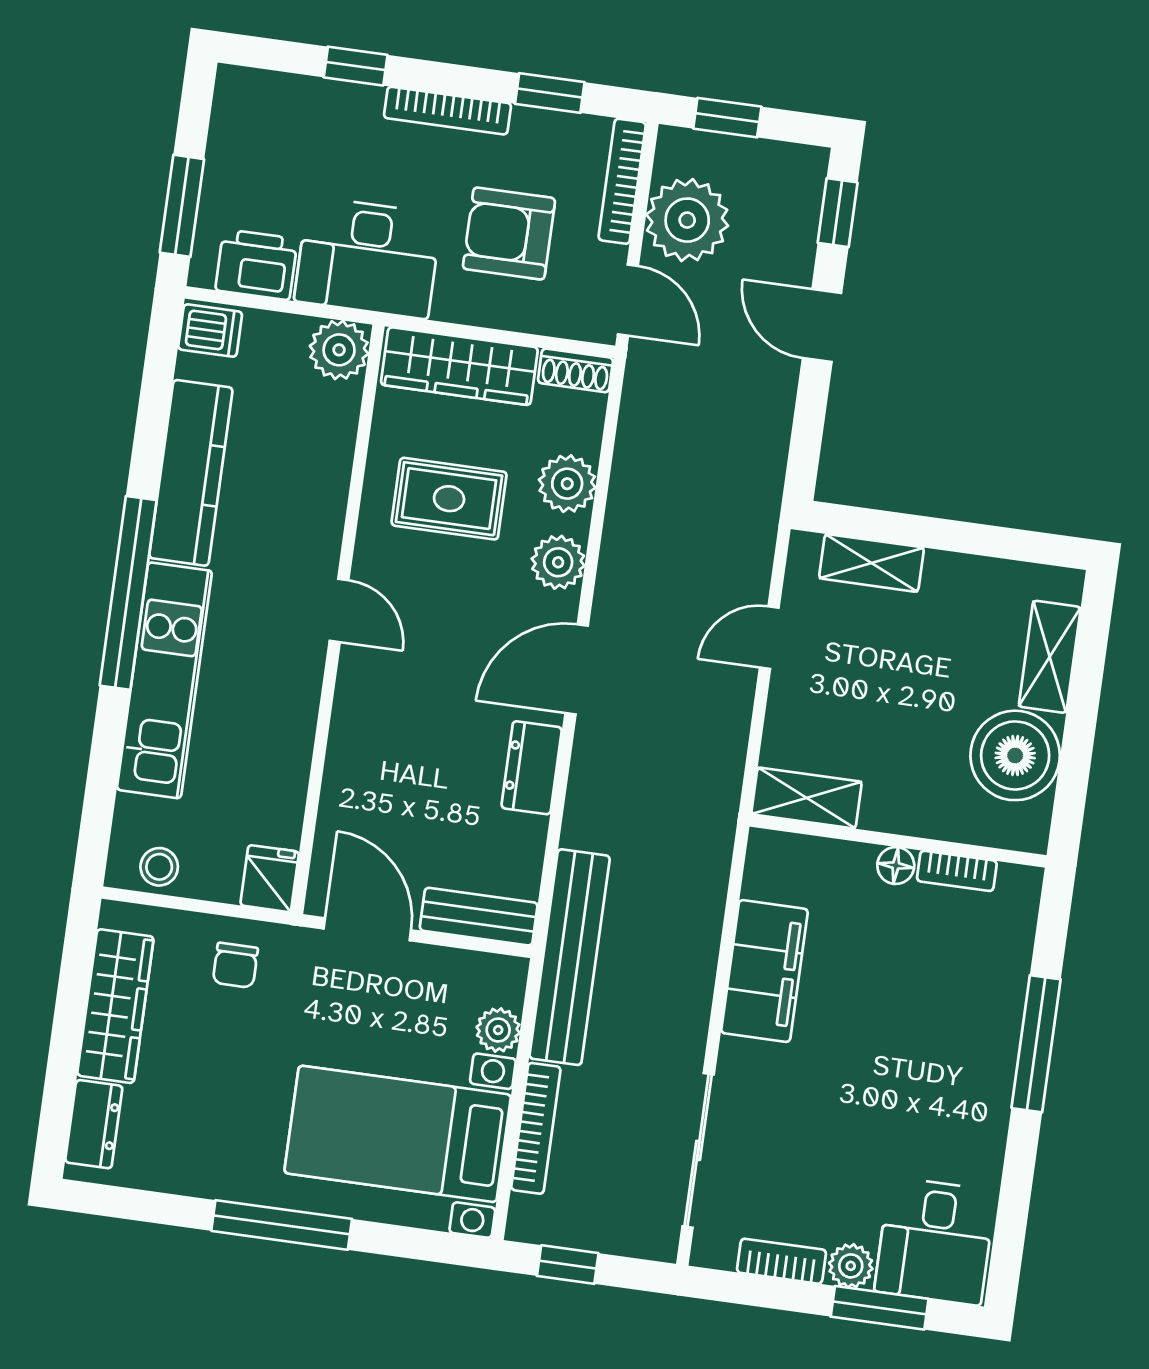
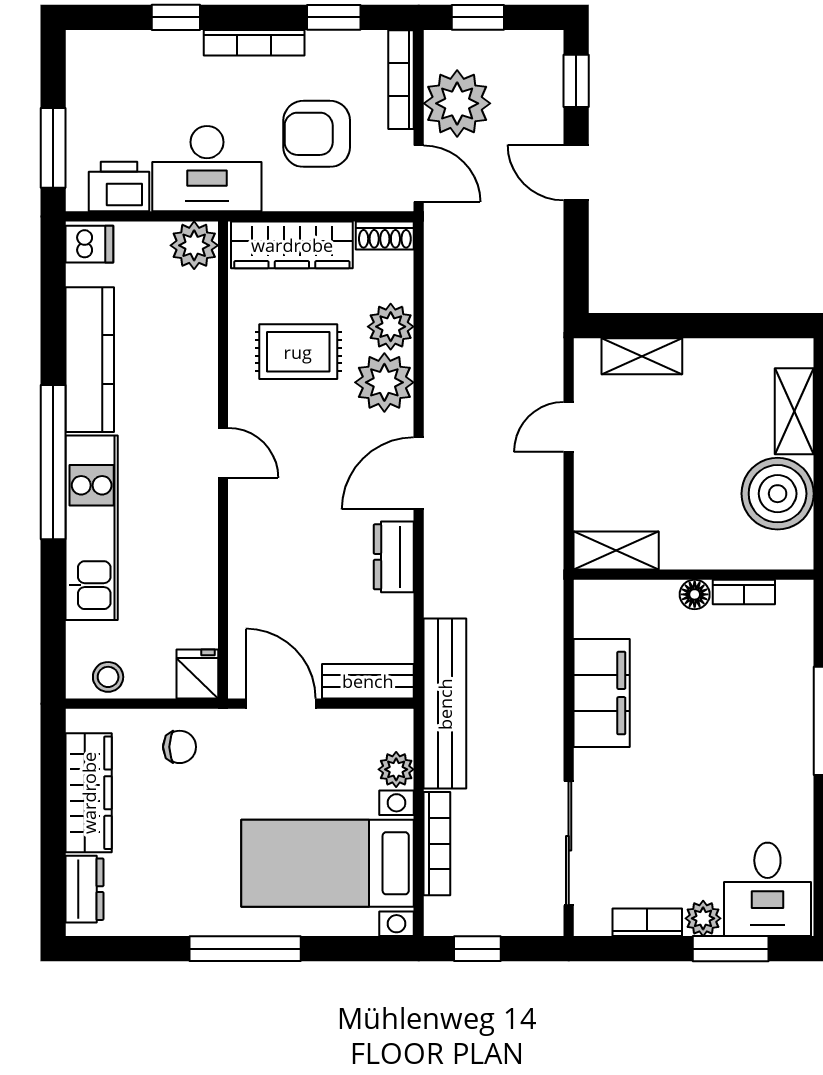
plant: (558, 562) -> (384, 382), width x1.36, depth x1.36
chair: (235, 965) -> (180, 747), turned -90

